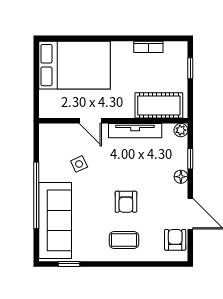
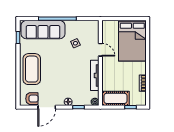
cot: (159, 105) -> (116, 98), moved, turned 90
door: (90, 121) -> (100, 50), swing flipped
armchair: (126, 202) -> (54, 70), removed
coffee table: (124, 240) -> (32, 69), width x1.86, depth x1.72

